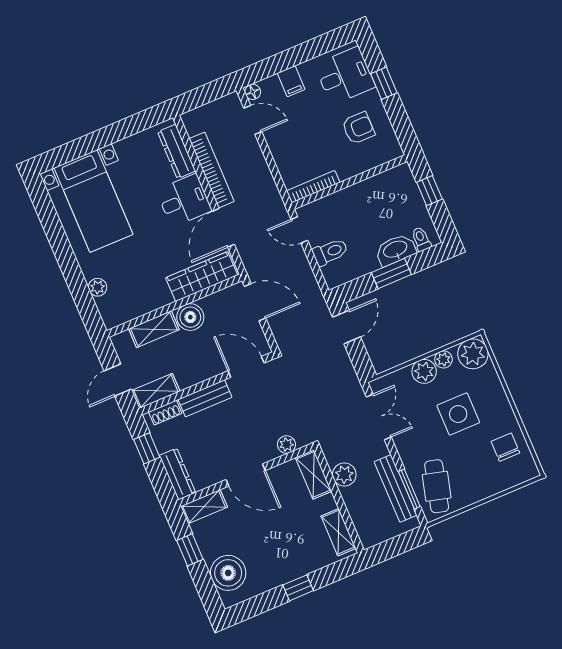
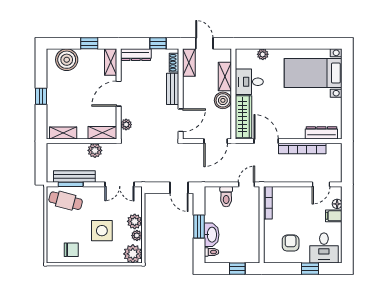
floor lamp: (253, 92) -> (337, 204), moved
armchair: (358, 128) -> (291, 243), turned 180
desk: (184, 200) -> (249, 82), moved, turned 90

